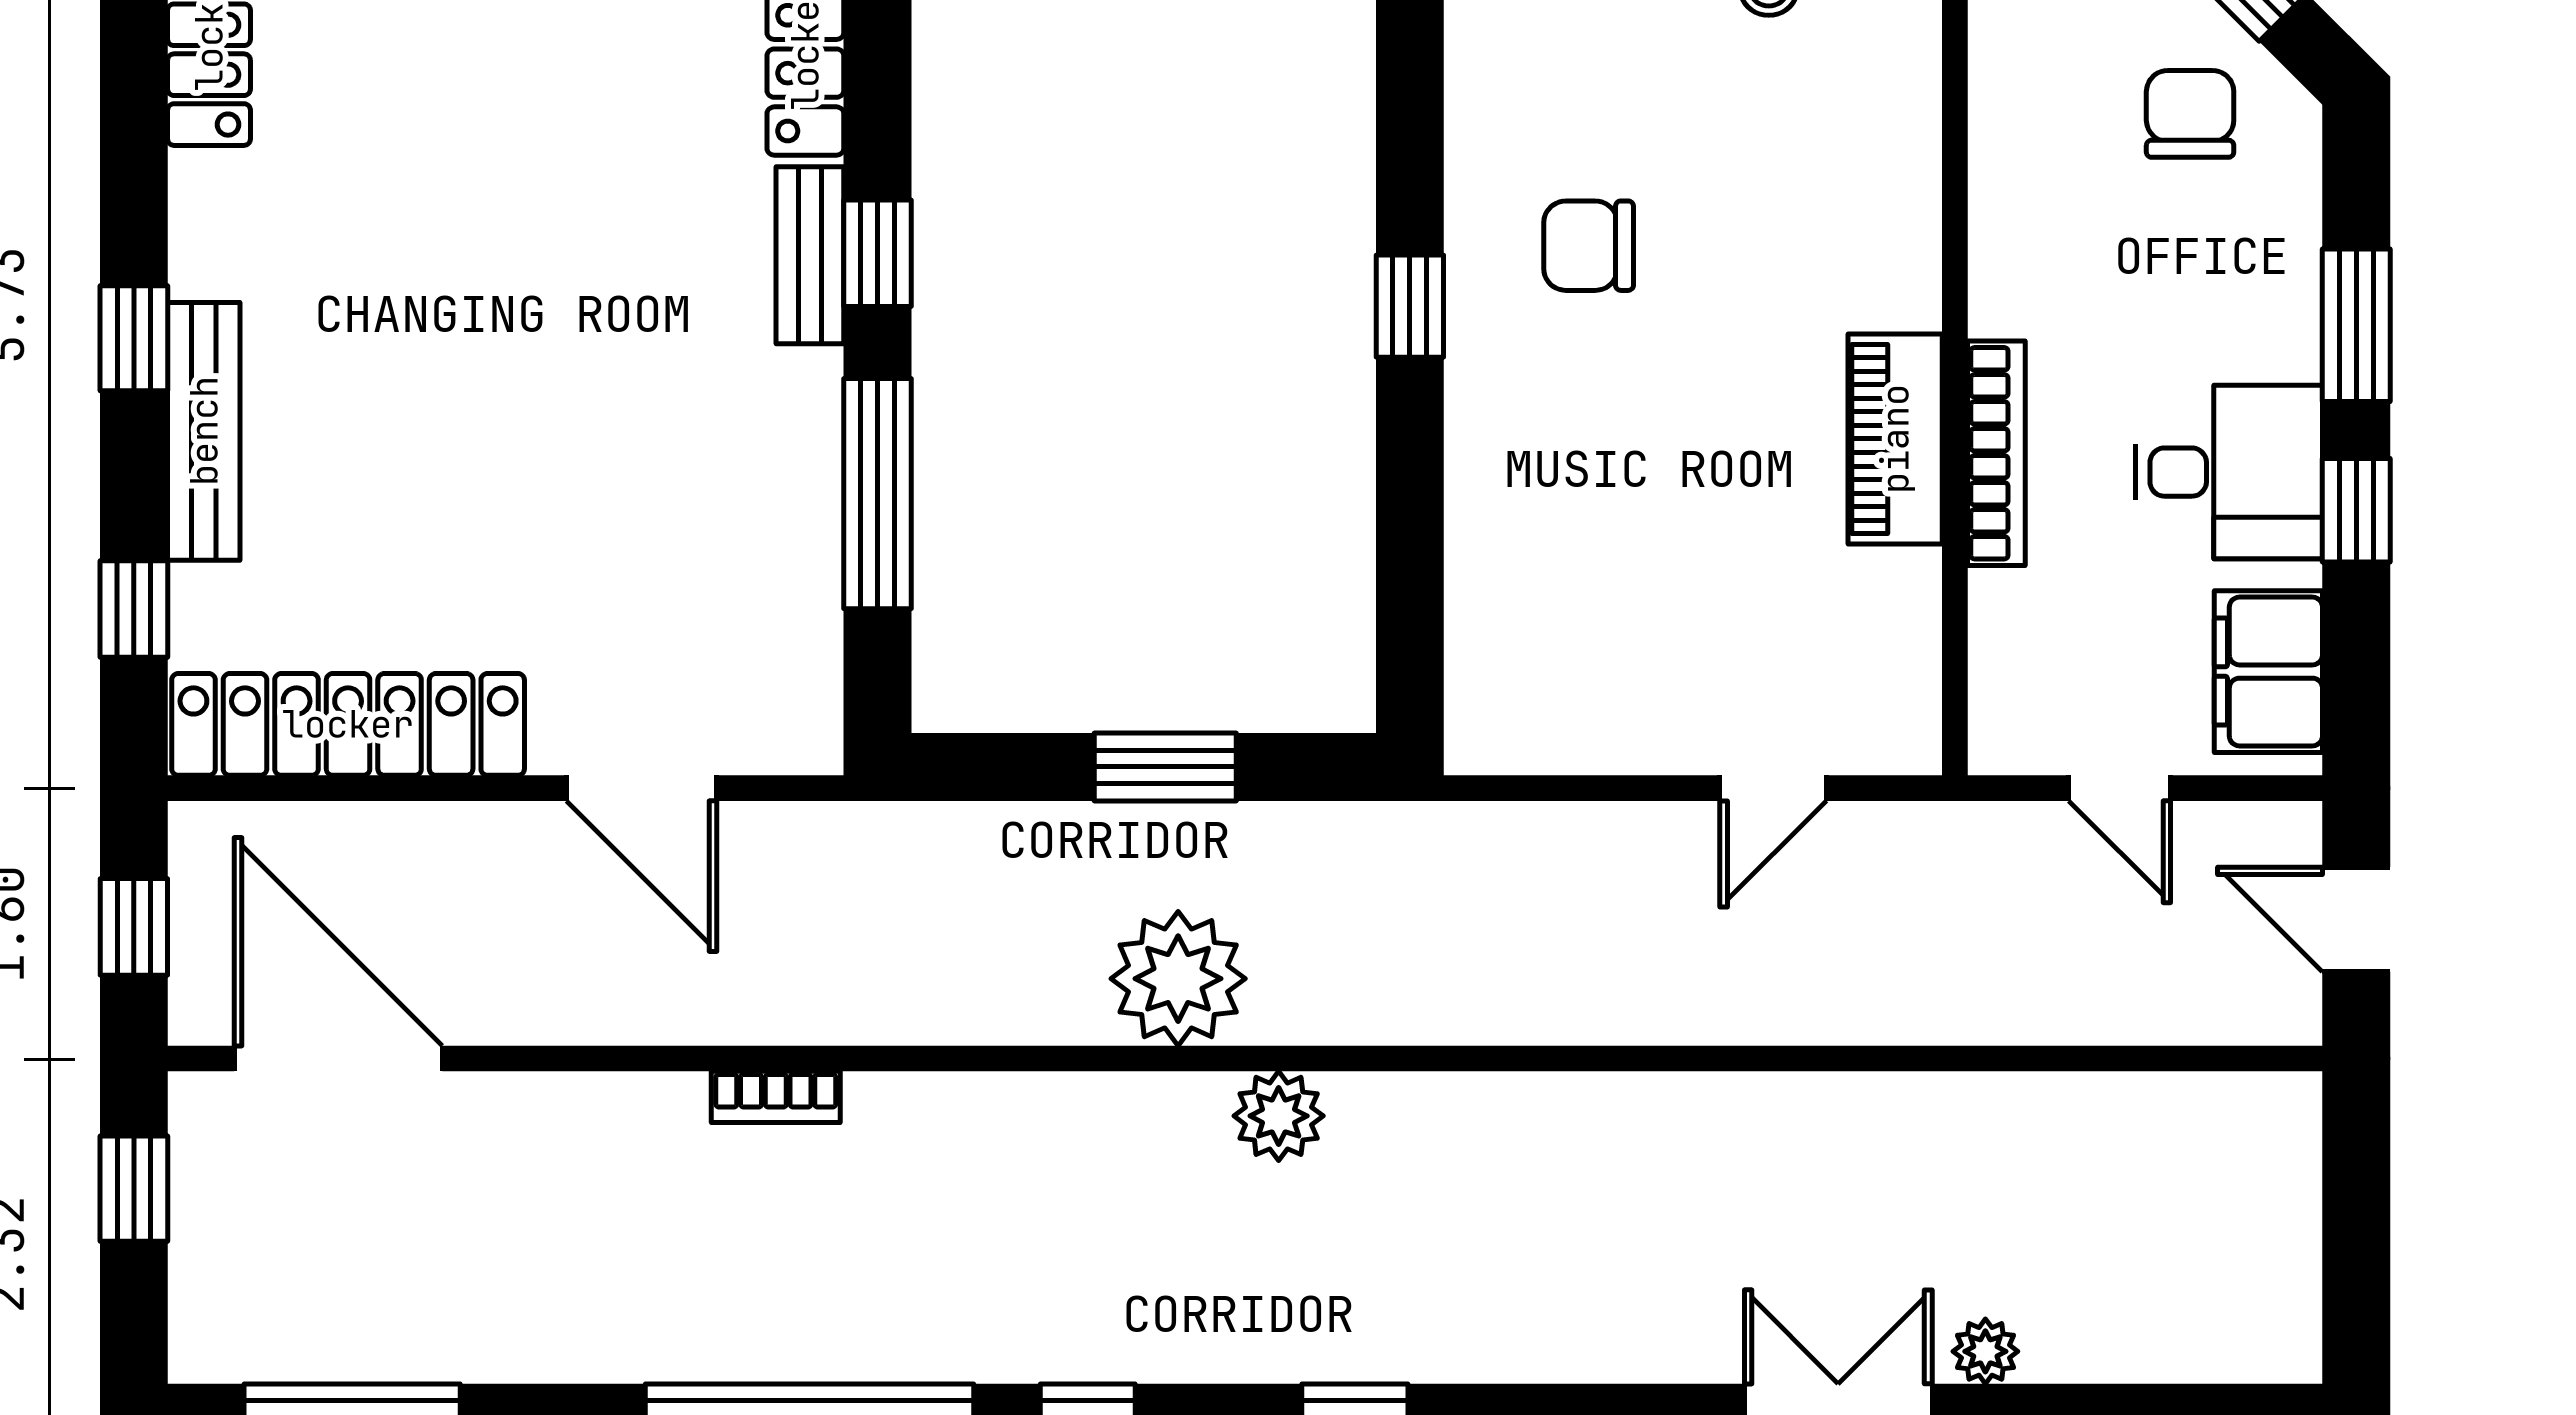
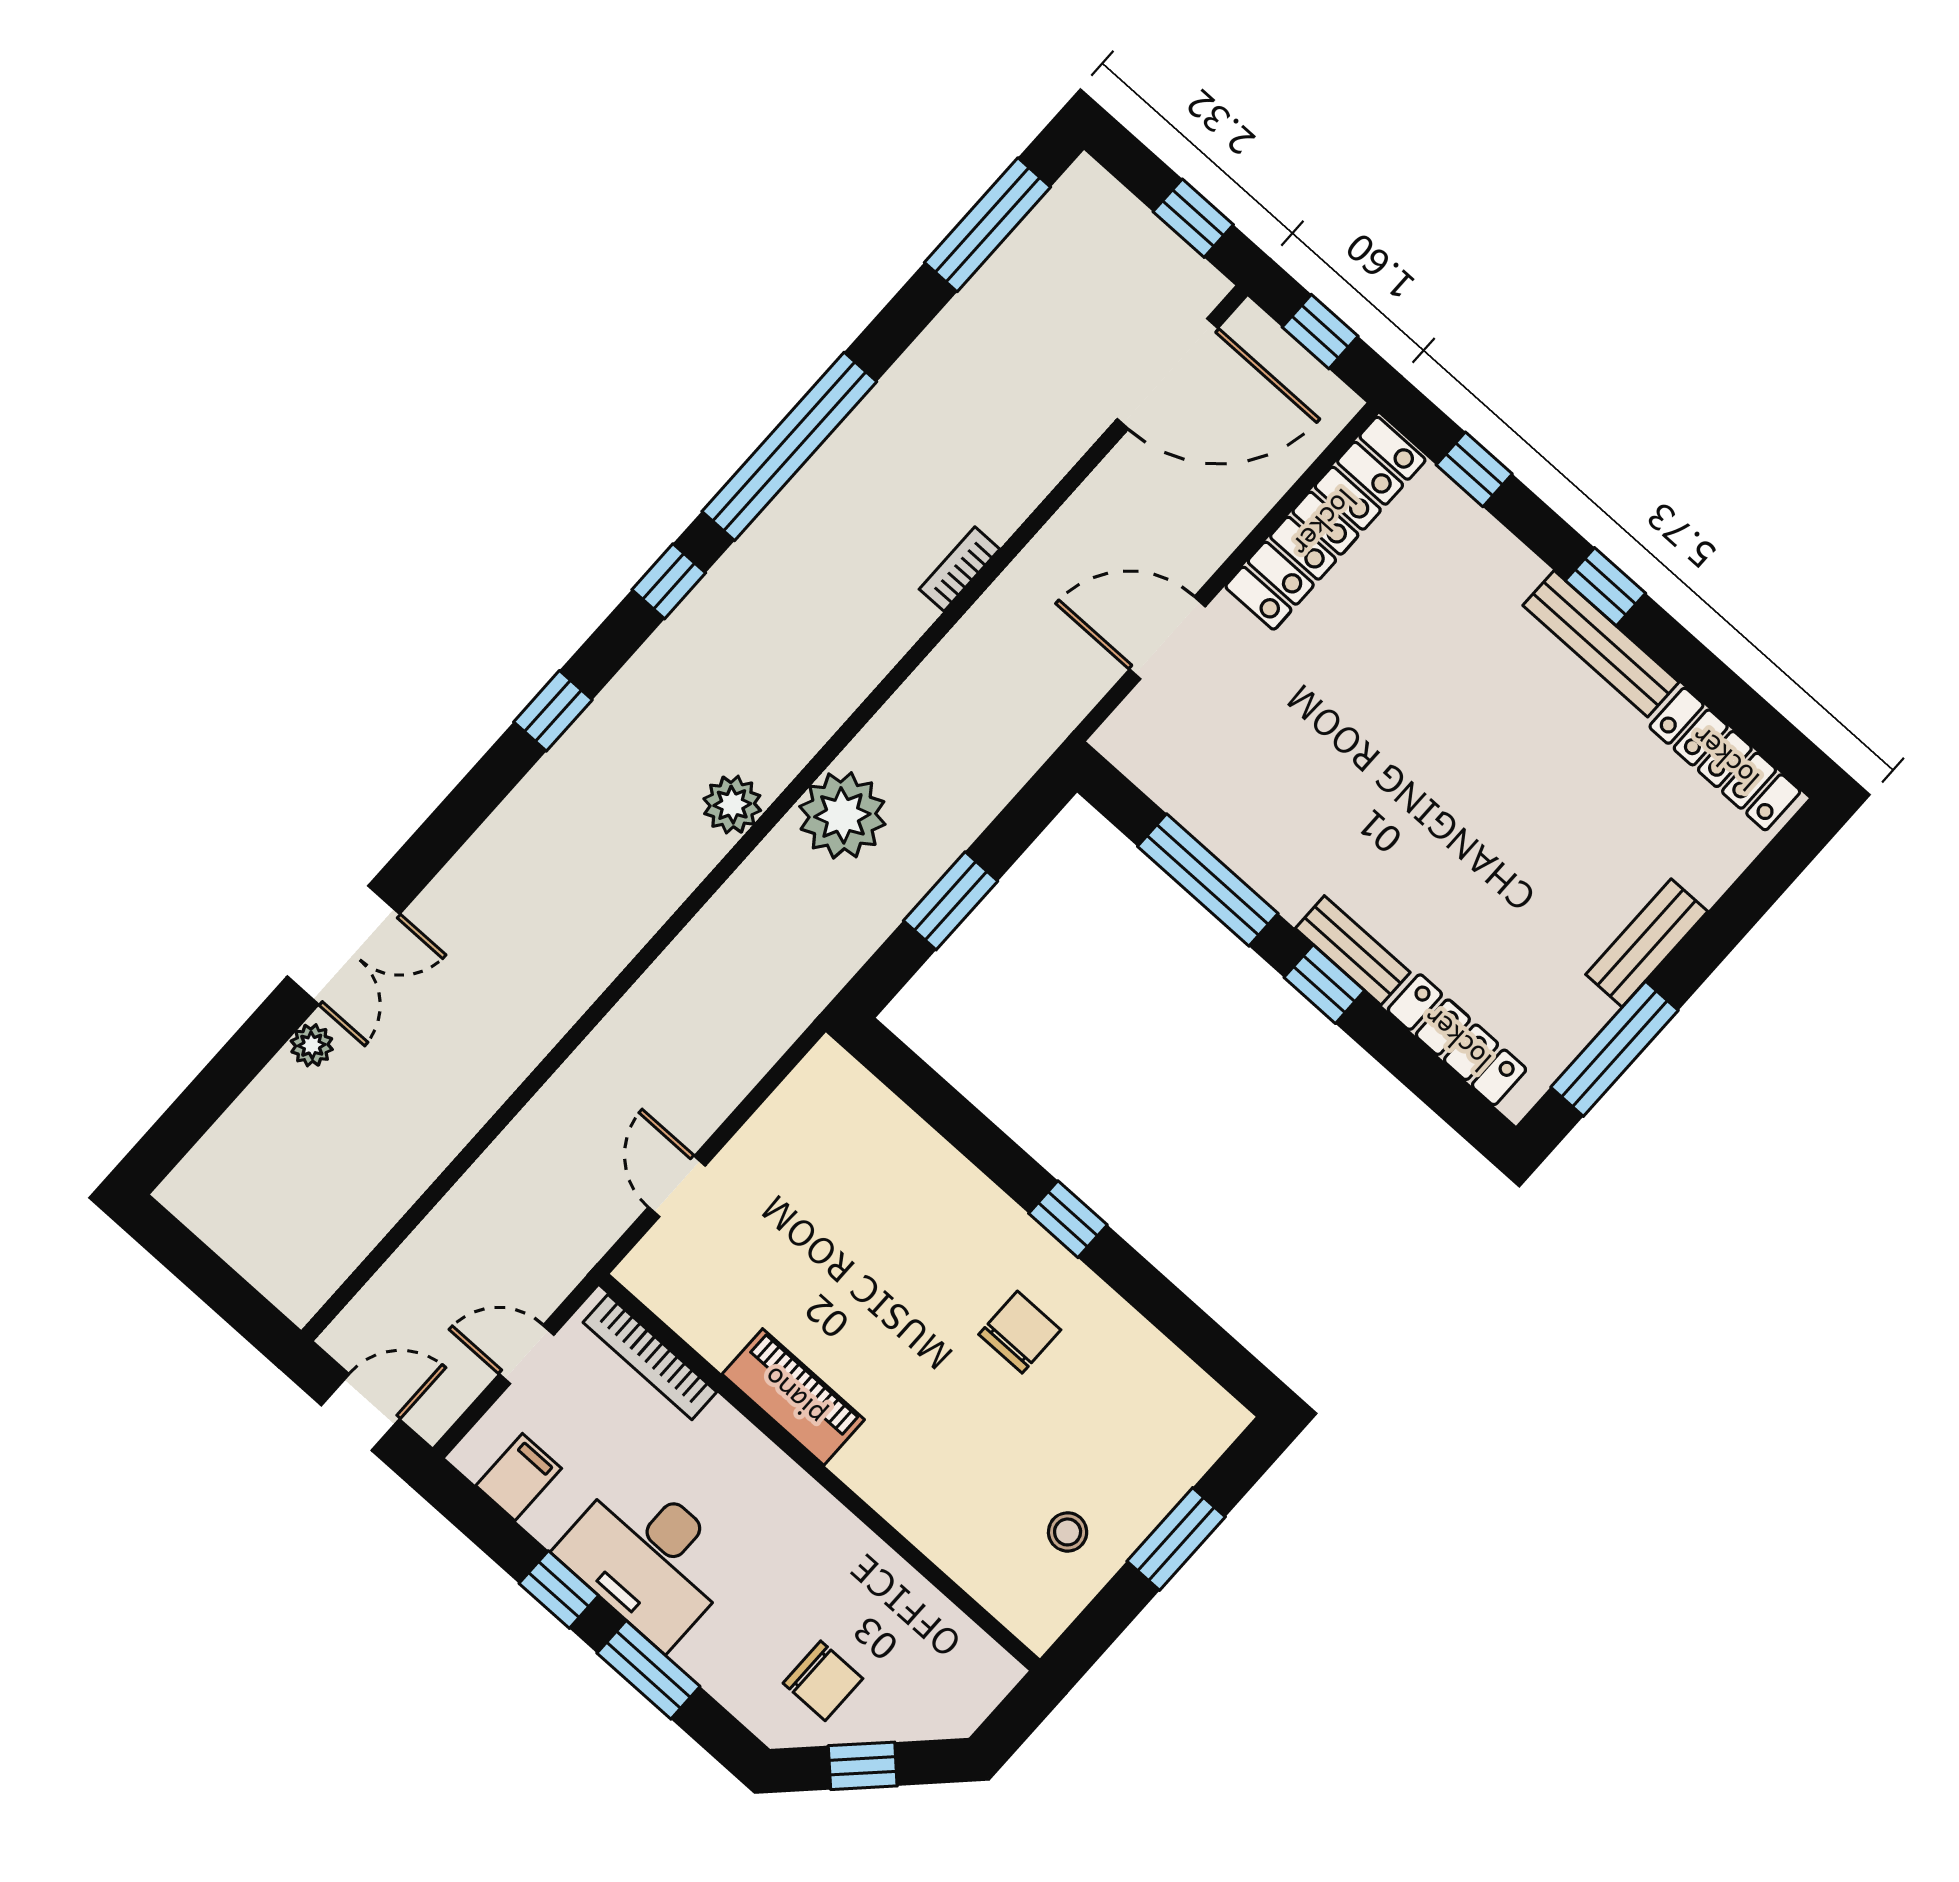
bench: (204, 431) -> (1601, 644), moved
bookcase: (1996, 453) -> (650, 1357), moved
desk: (2229, 472) -> (648, 1558), width x1.37
filing cabinet: (2268, 672) -> (519, 1477), width x0.50

